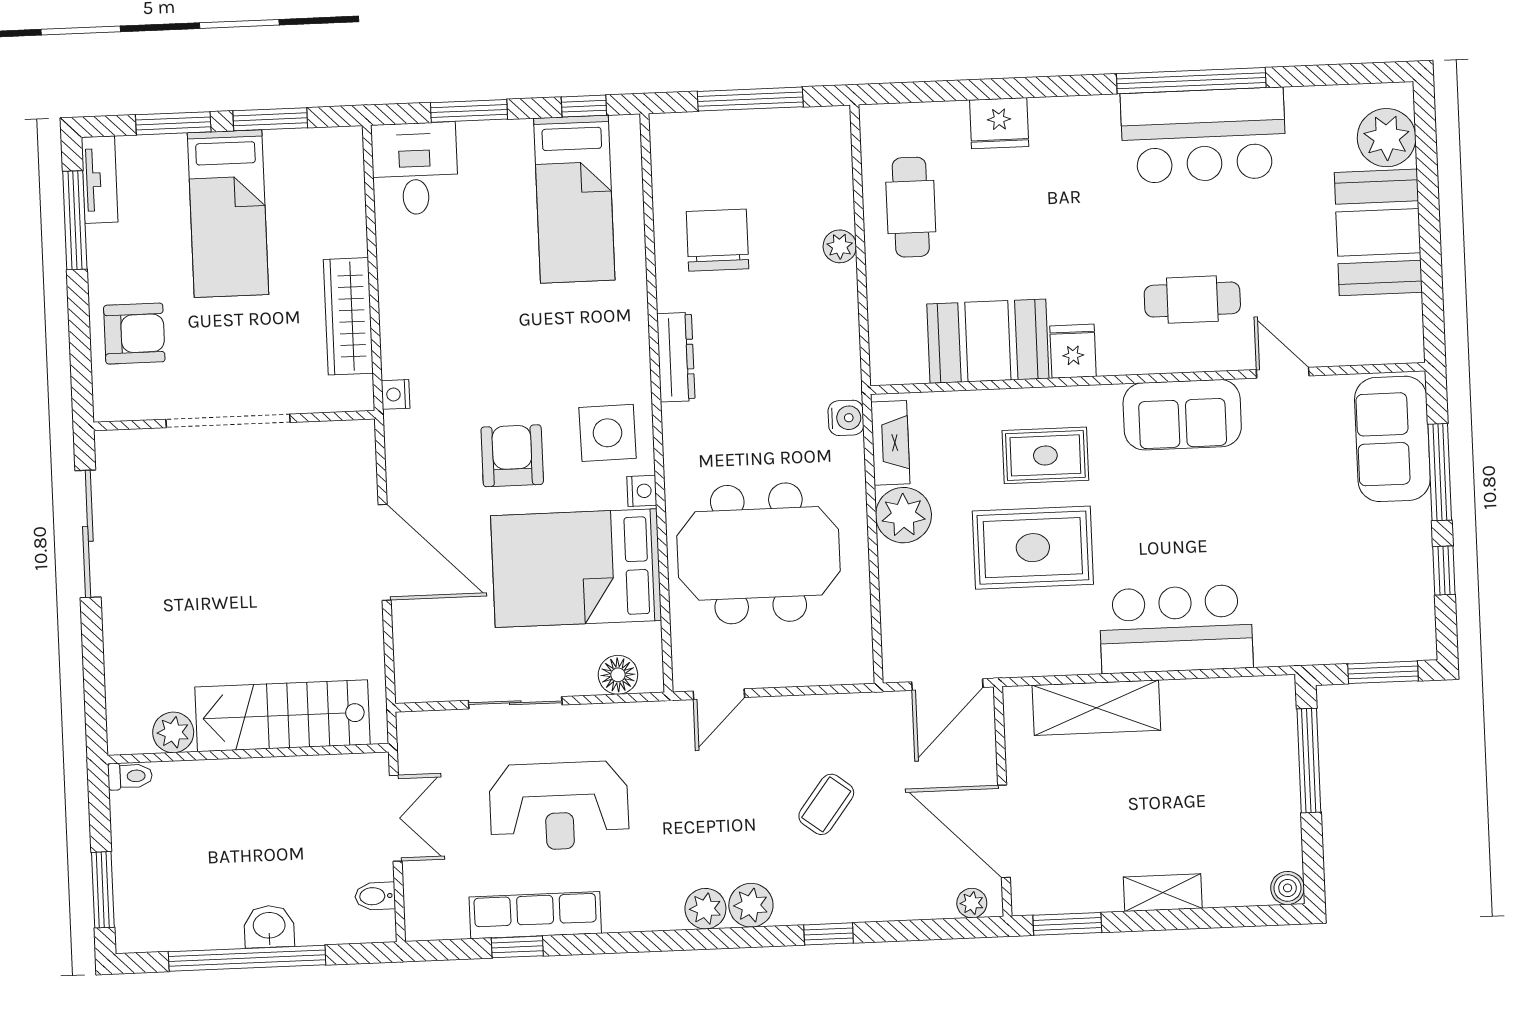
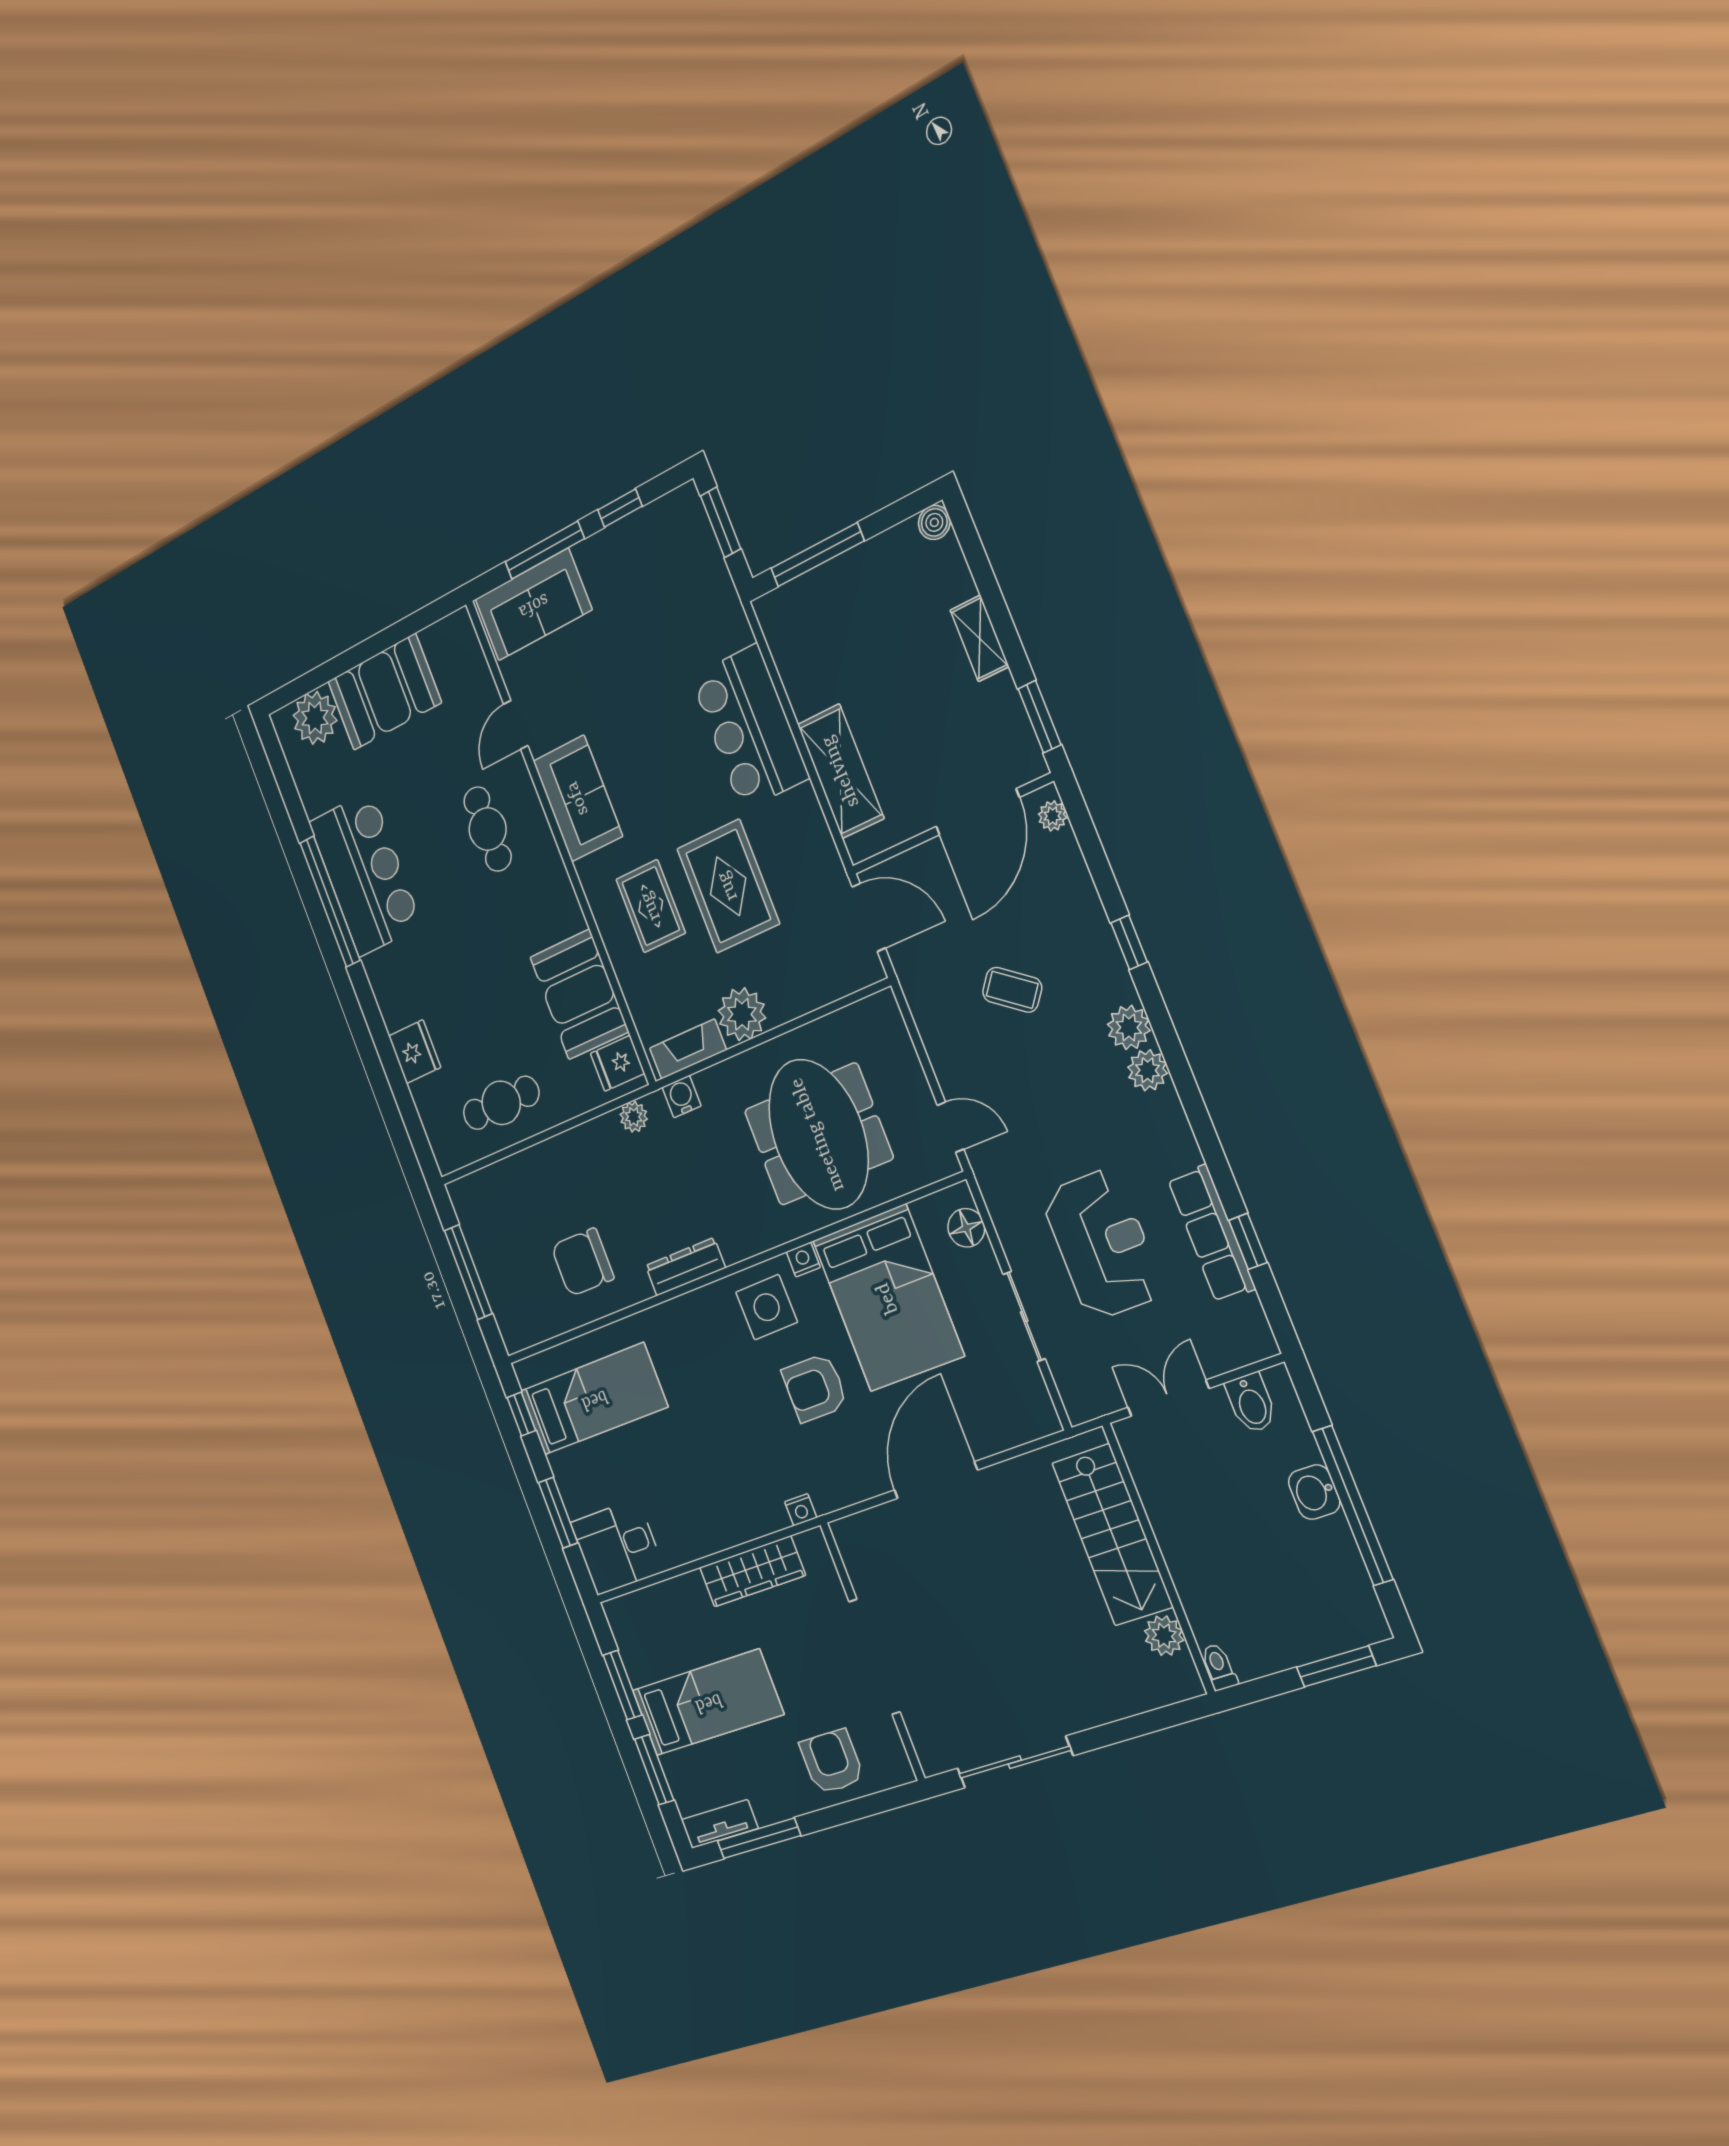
plant: (840, 246) -> (634, 1117), moved
fridge: (1073, 351) -> (618, 1063), moved
bidet: (375, 896) -> (1251, 1403), width x1.38, depth x1.36

